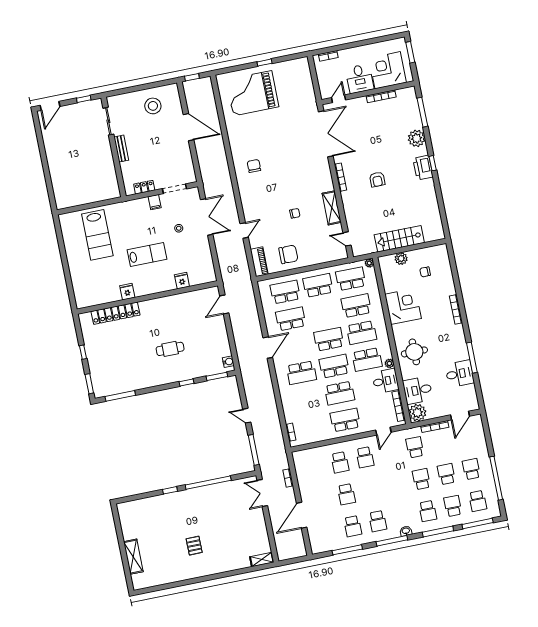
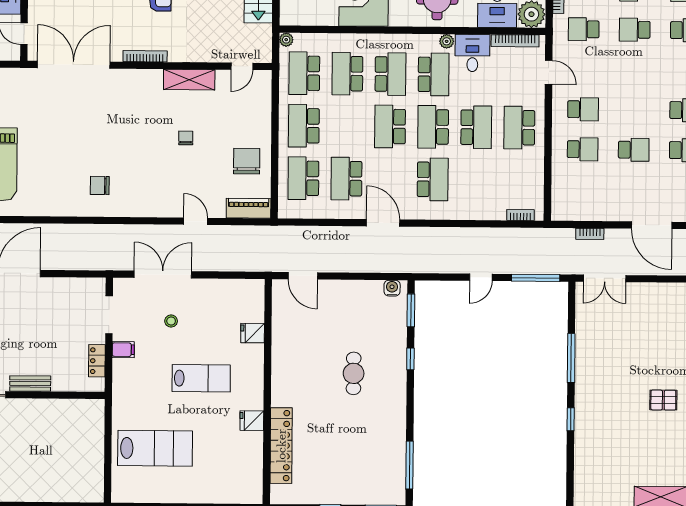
lab bench: (147, 255) -> (201, 378), turned 90
window: (208, 483) -> (571, 358), width x0.68

